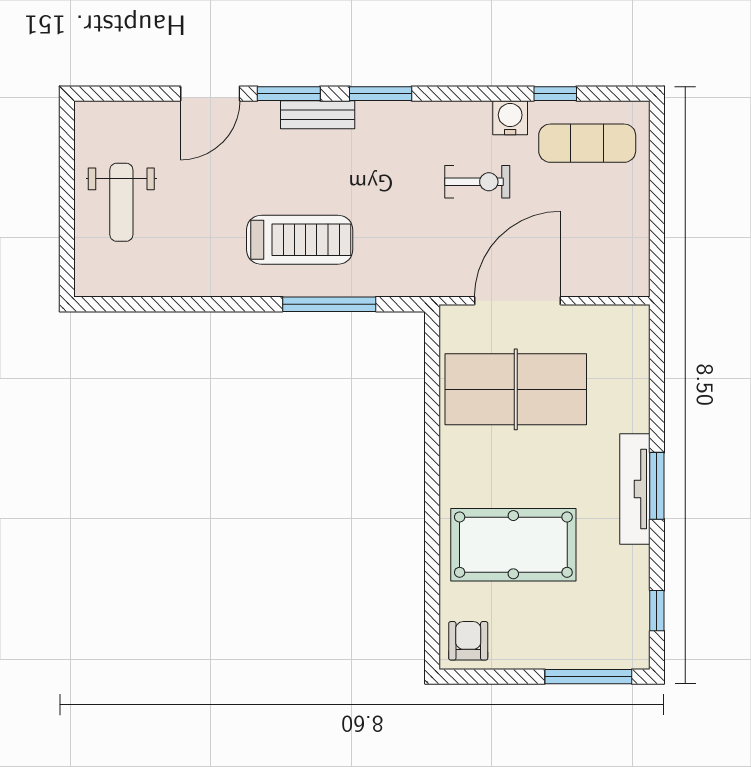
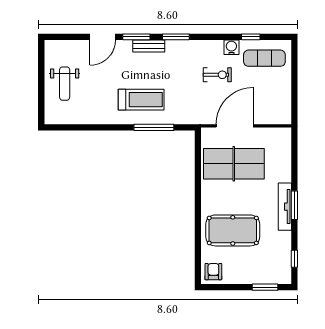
window: (588, 677) -> (265, 287), width x0.69

